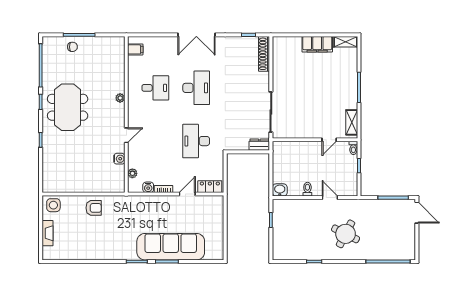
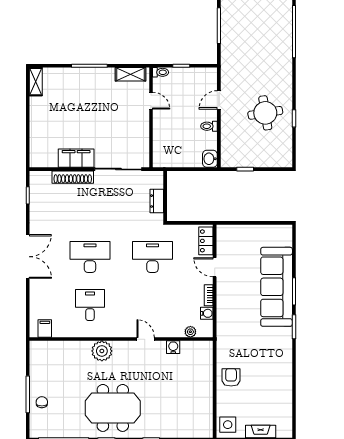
filing cabinet: (317, 44) -> (76, 158), moved, turned -90
shoe rack: (264, 54) -> (73, 177), moved
plant: (120, 98) -> (102, 351), width x1.87, depth x1.87
desk: (196, 141) -> (152, 257), turned 180
dresser: (259, 145) -> (157, 201), moved
round table: (346, 234) -> (265, 113), moved, turned -36

